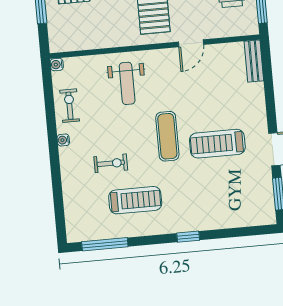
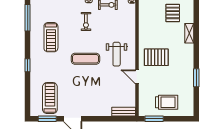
weight bench: (127, 83) -> (117, 54), moved, turned -90
treadmill: (217, 144) -> (50, 98), moved
exercise bike: (111, 163) -> (86, 22), moved

